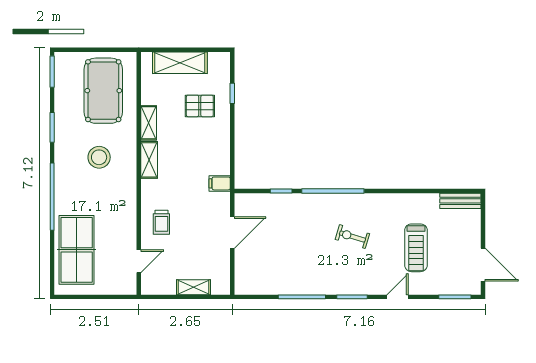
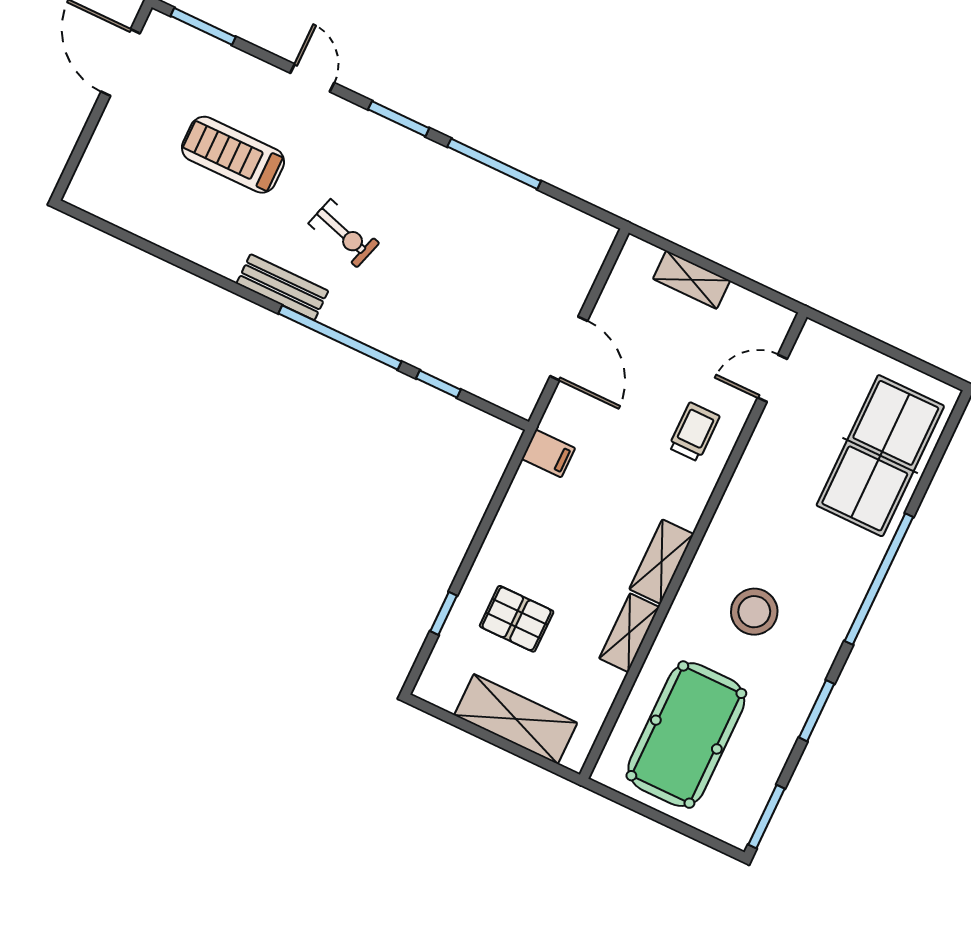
bench: (460, 201) -> (282, 287), moved
door: (232, 233) -> (569, 349), swing flipped
treadmill: (416, 248) -> (233, 155), turned -90
door: (397, 297) -> (312, 78), swing flipped

